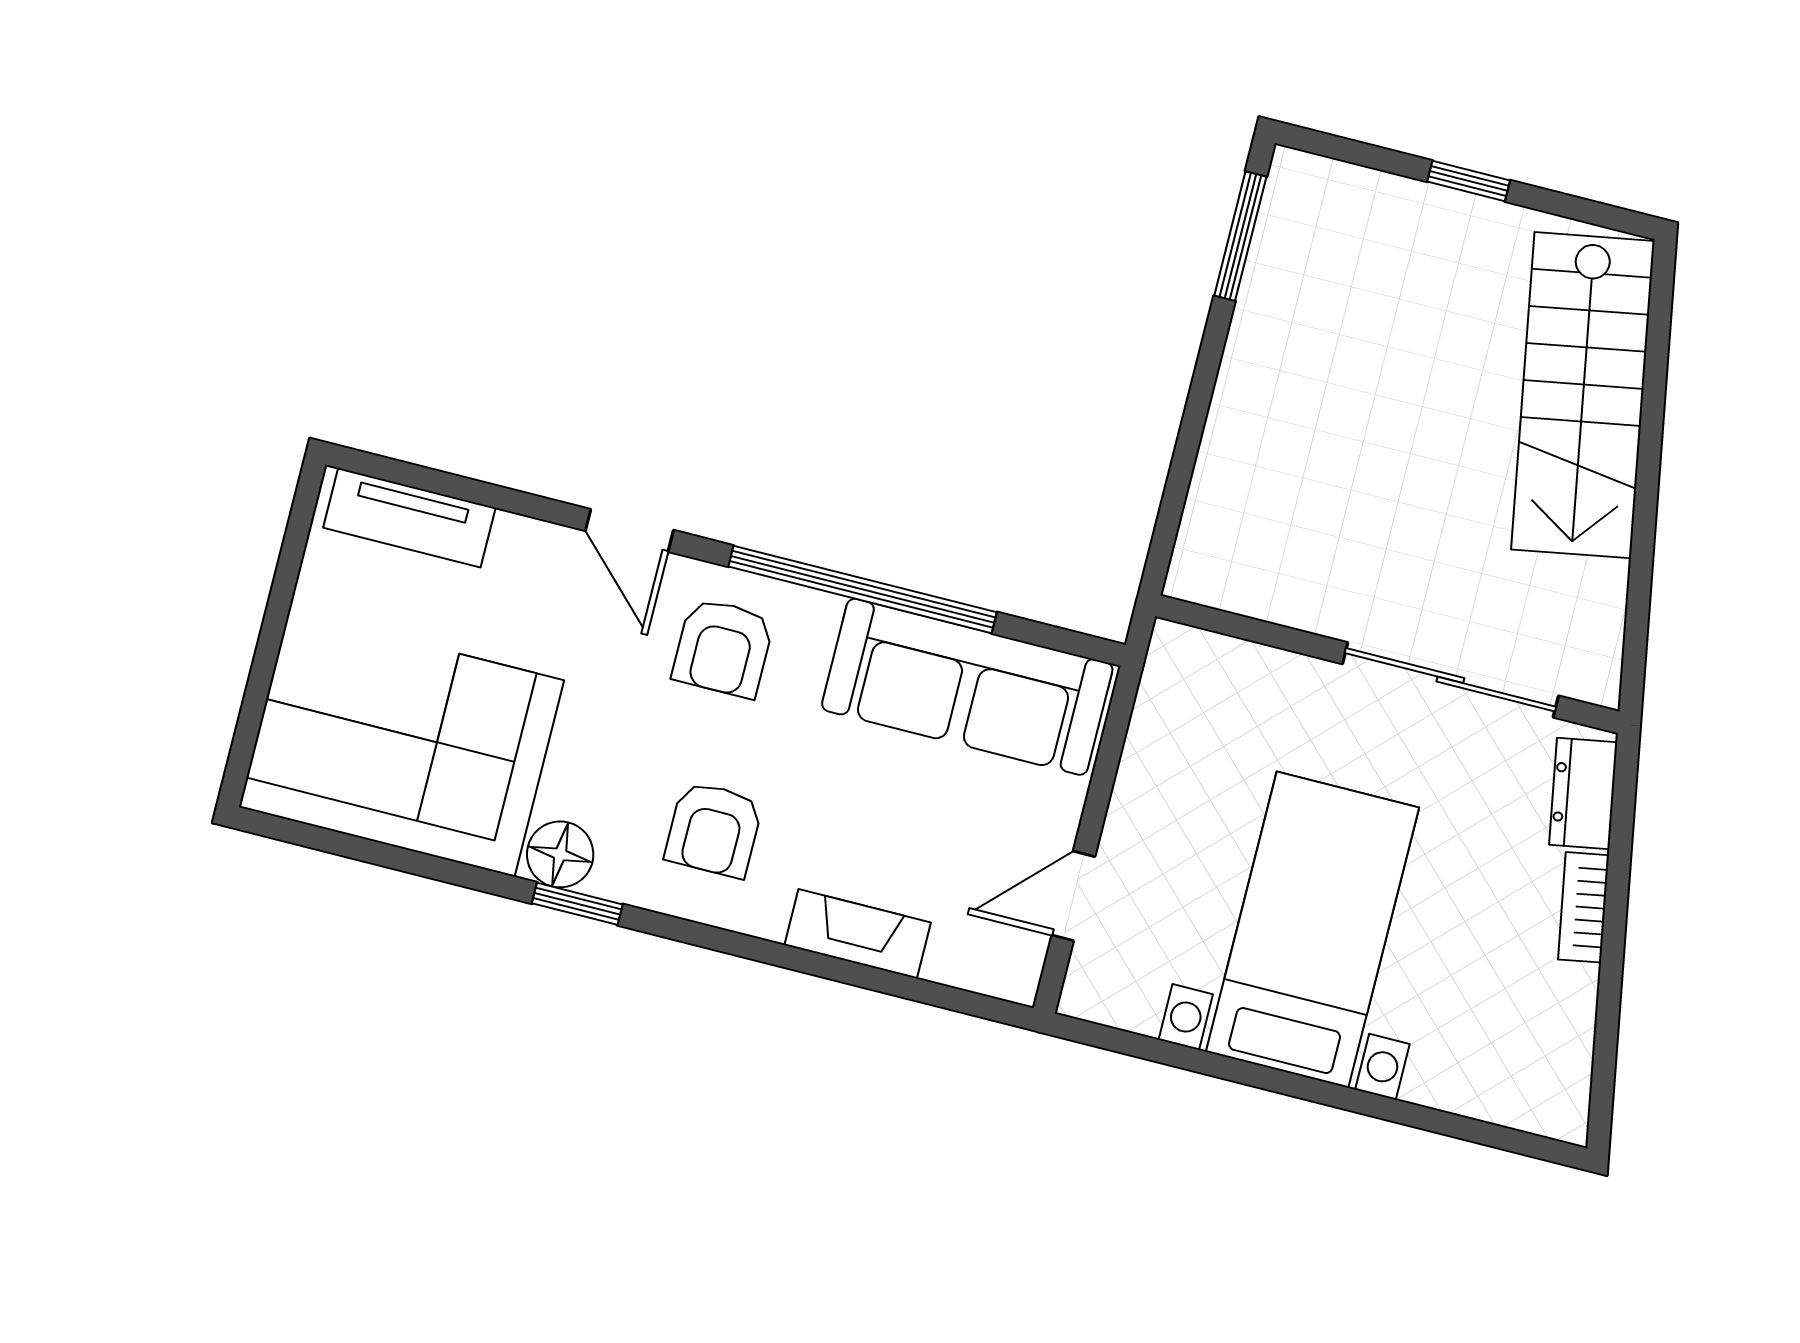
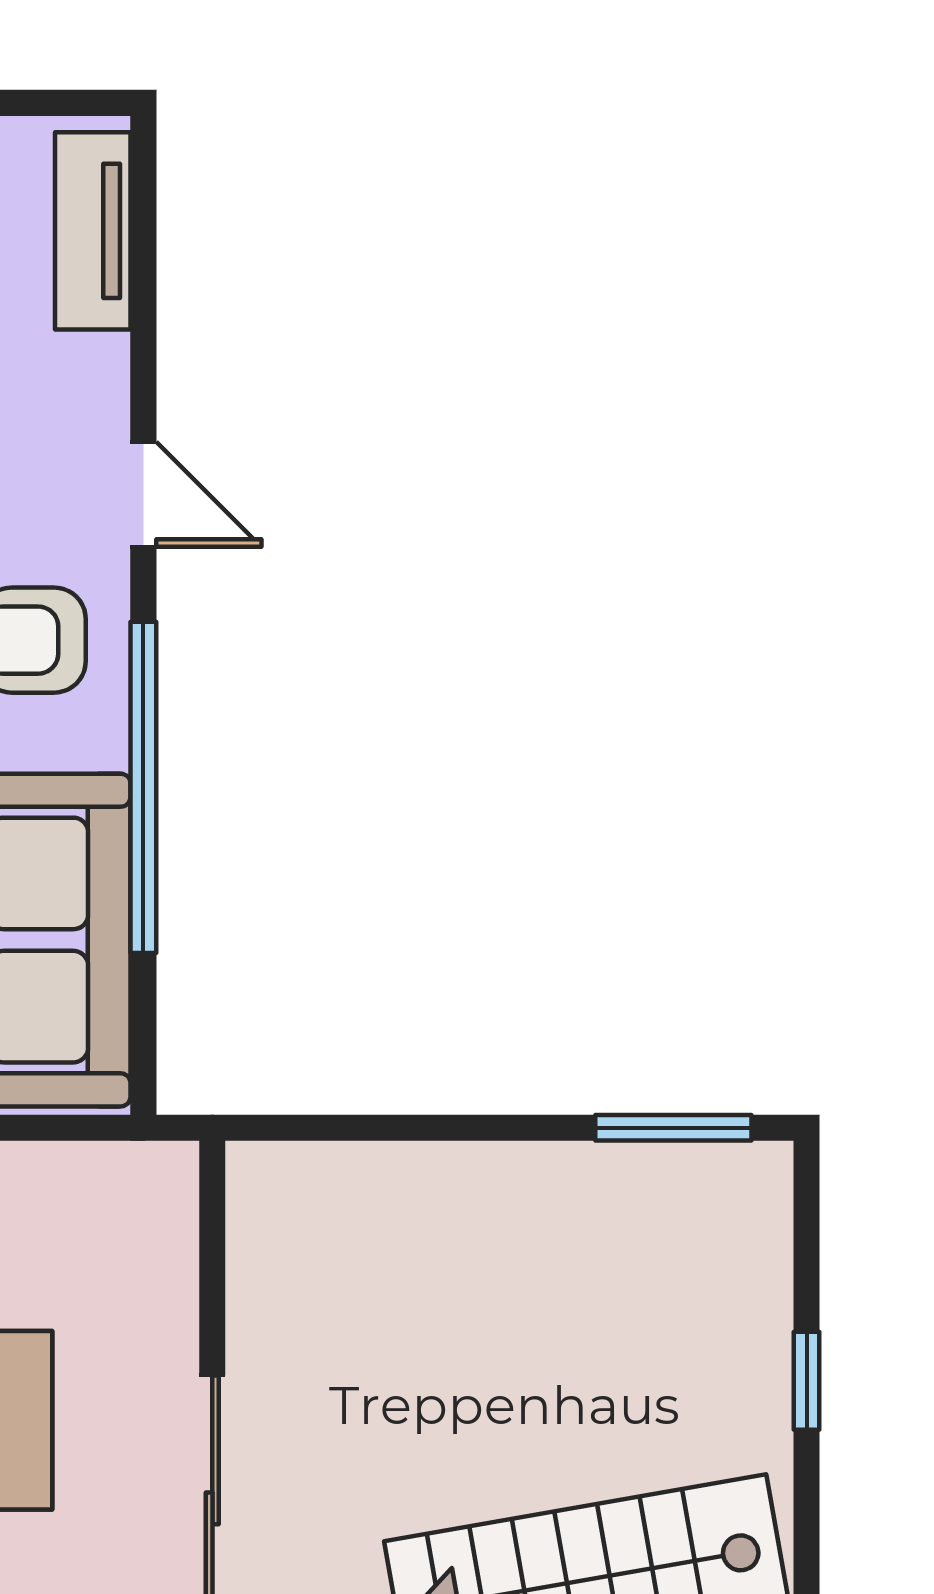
door: (629, 530) -> (143, 494), swing flipped

